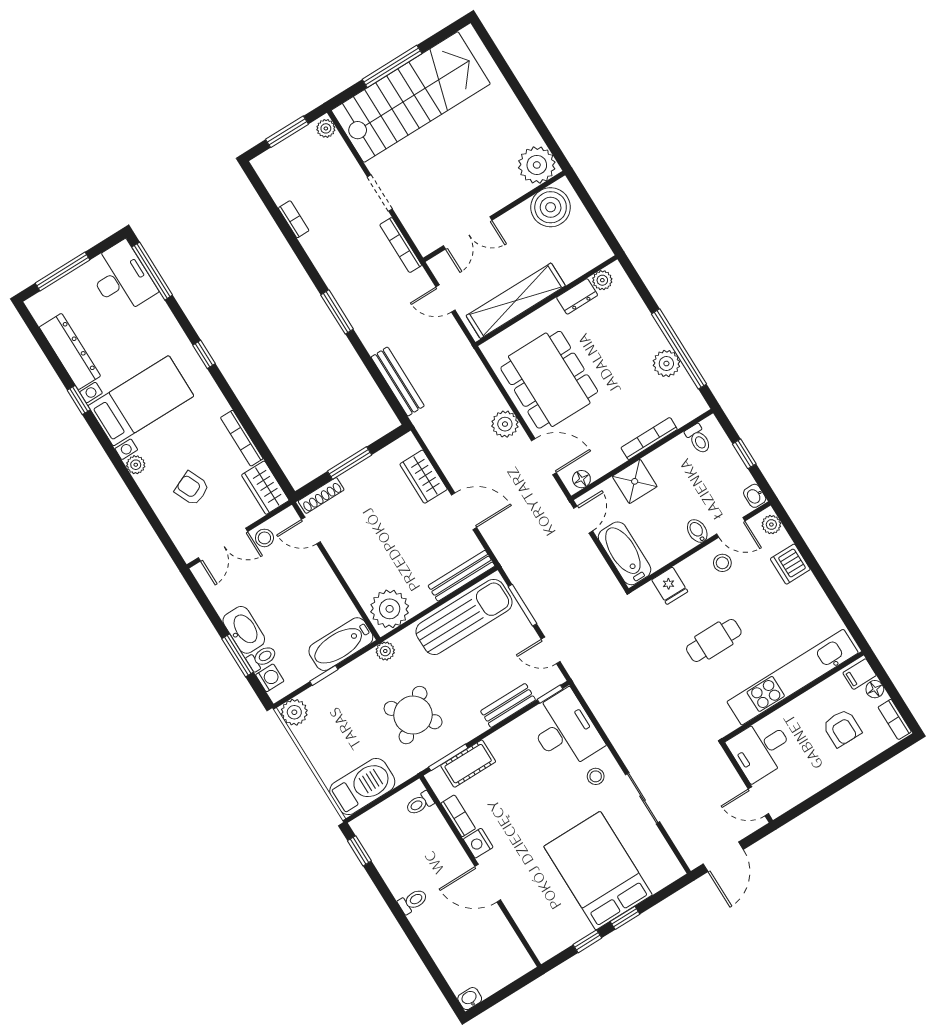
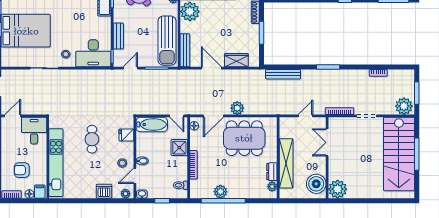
plant: (326, 128) -> (404, 106), width x1.88, depth x1.88
shelving: (516, 301) -> (286, 163), moved
door: (464, 511) -> (211, 68), swing flipped

